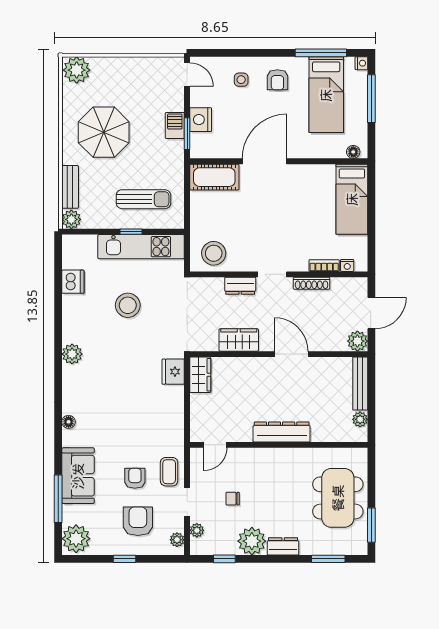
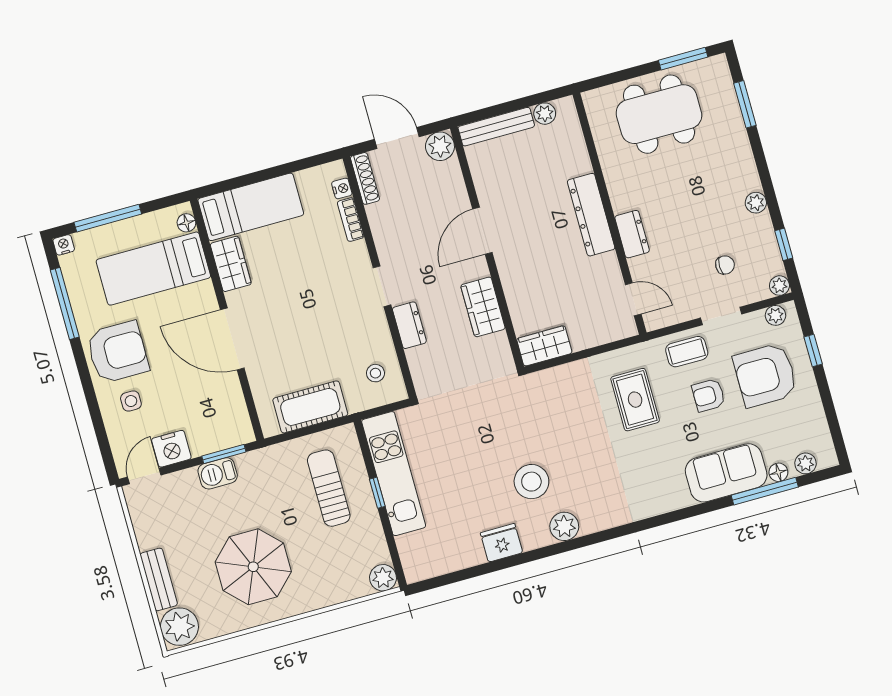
armchair: (277, 80) -> (118, 352), width x1.88, depth x1.88
bed: (326, 95) -> (153, 269), moved, turned 180
nightstand: (201, 120) -> (171, 449), moved
wardrobe: (316, 175) -> (231, 264), added
cot: (214, 177) -> (310, 407), moved, turned 90
bench: (70, 187) -> (159, 579), moved, turned 90
stool: (214, 253) -> (375, 373), width x0.53, depth x0.53
dishwasher: (73, 282) -> (466, 552), removed
shoe rack: (312, 283) -> (365, 178), moved
stool: (128, 305) -> (531, 482), moved
fridge: (173, 372) -> (501, 543), moved, turned 180
floor lamp: (69, 422) -> (778, 472), moved
rug: (146, 427) -> (635, 400), added
chair: (233, 499) -> (725, 265), moved, turned -90
armchair: (138, 521) -> (765, 375), width x1.36, depth x1.36
plant: (197, 530) -> (779, 286), moved
plant: (76, 539) -> (806, 463), width x0.53, depth x0.53
plant: (252, 541) -> (756, 203), width x0.53, depth x0.53
dresser: (283, 546) -> (632, 234), moved, turned 180
window: (125, 559) -> (813, 351), moved

